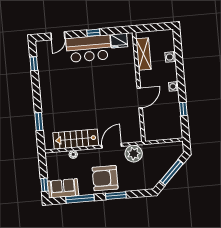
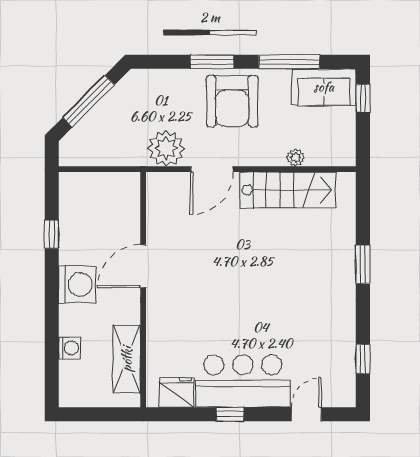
washing machine: (174, 86) -> (77, 284), width x1.89, depth x1.89
window: (39, 122) -> (363, 265), moved
armchair: (105, 178) -> (232, 101), turned 90

